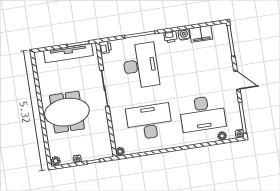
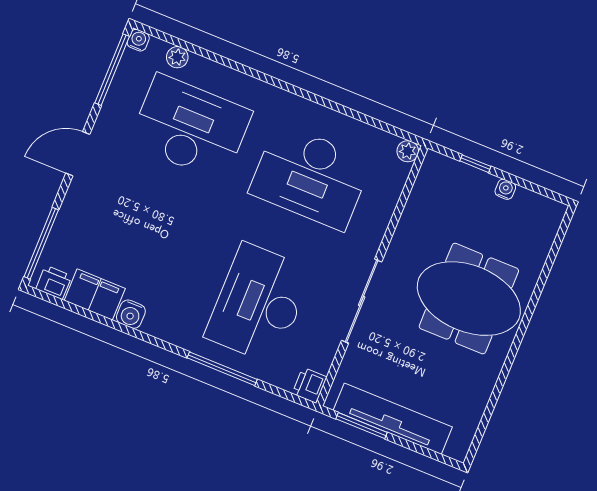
printer: (170, 37) -> (54, 282), moved
door: (237, 80) -> (78, 154), hinge flipped
plant: (56, 161) -> (553, 211), removed

